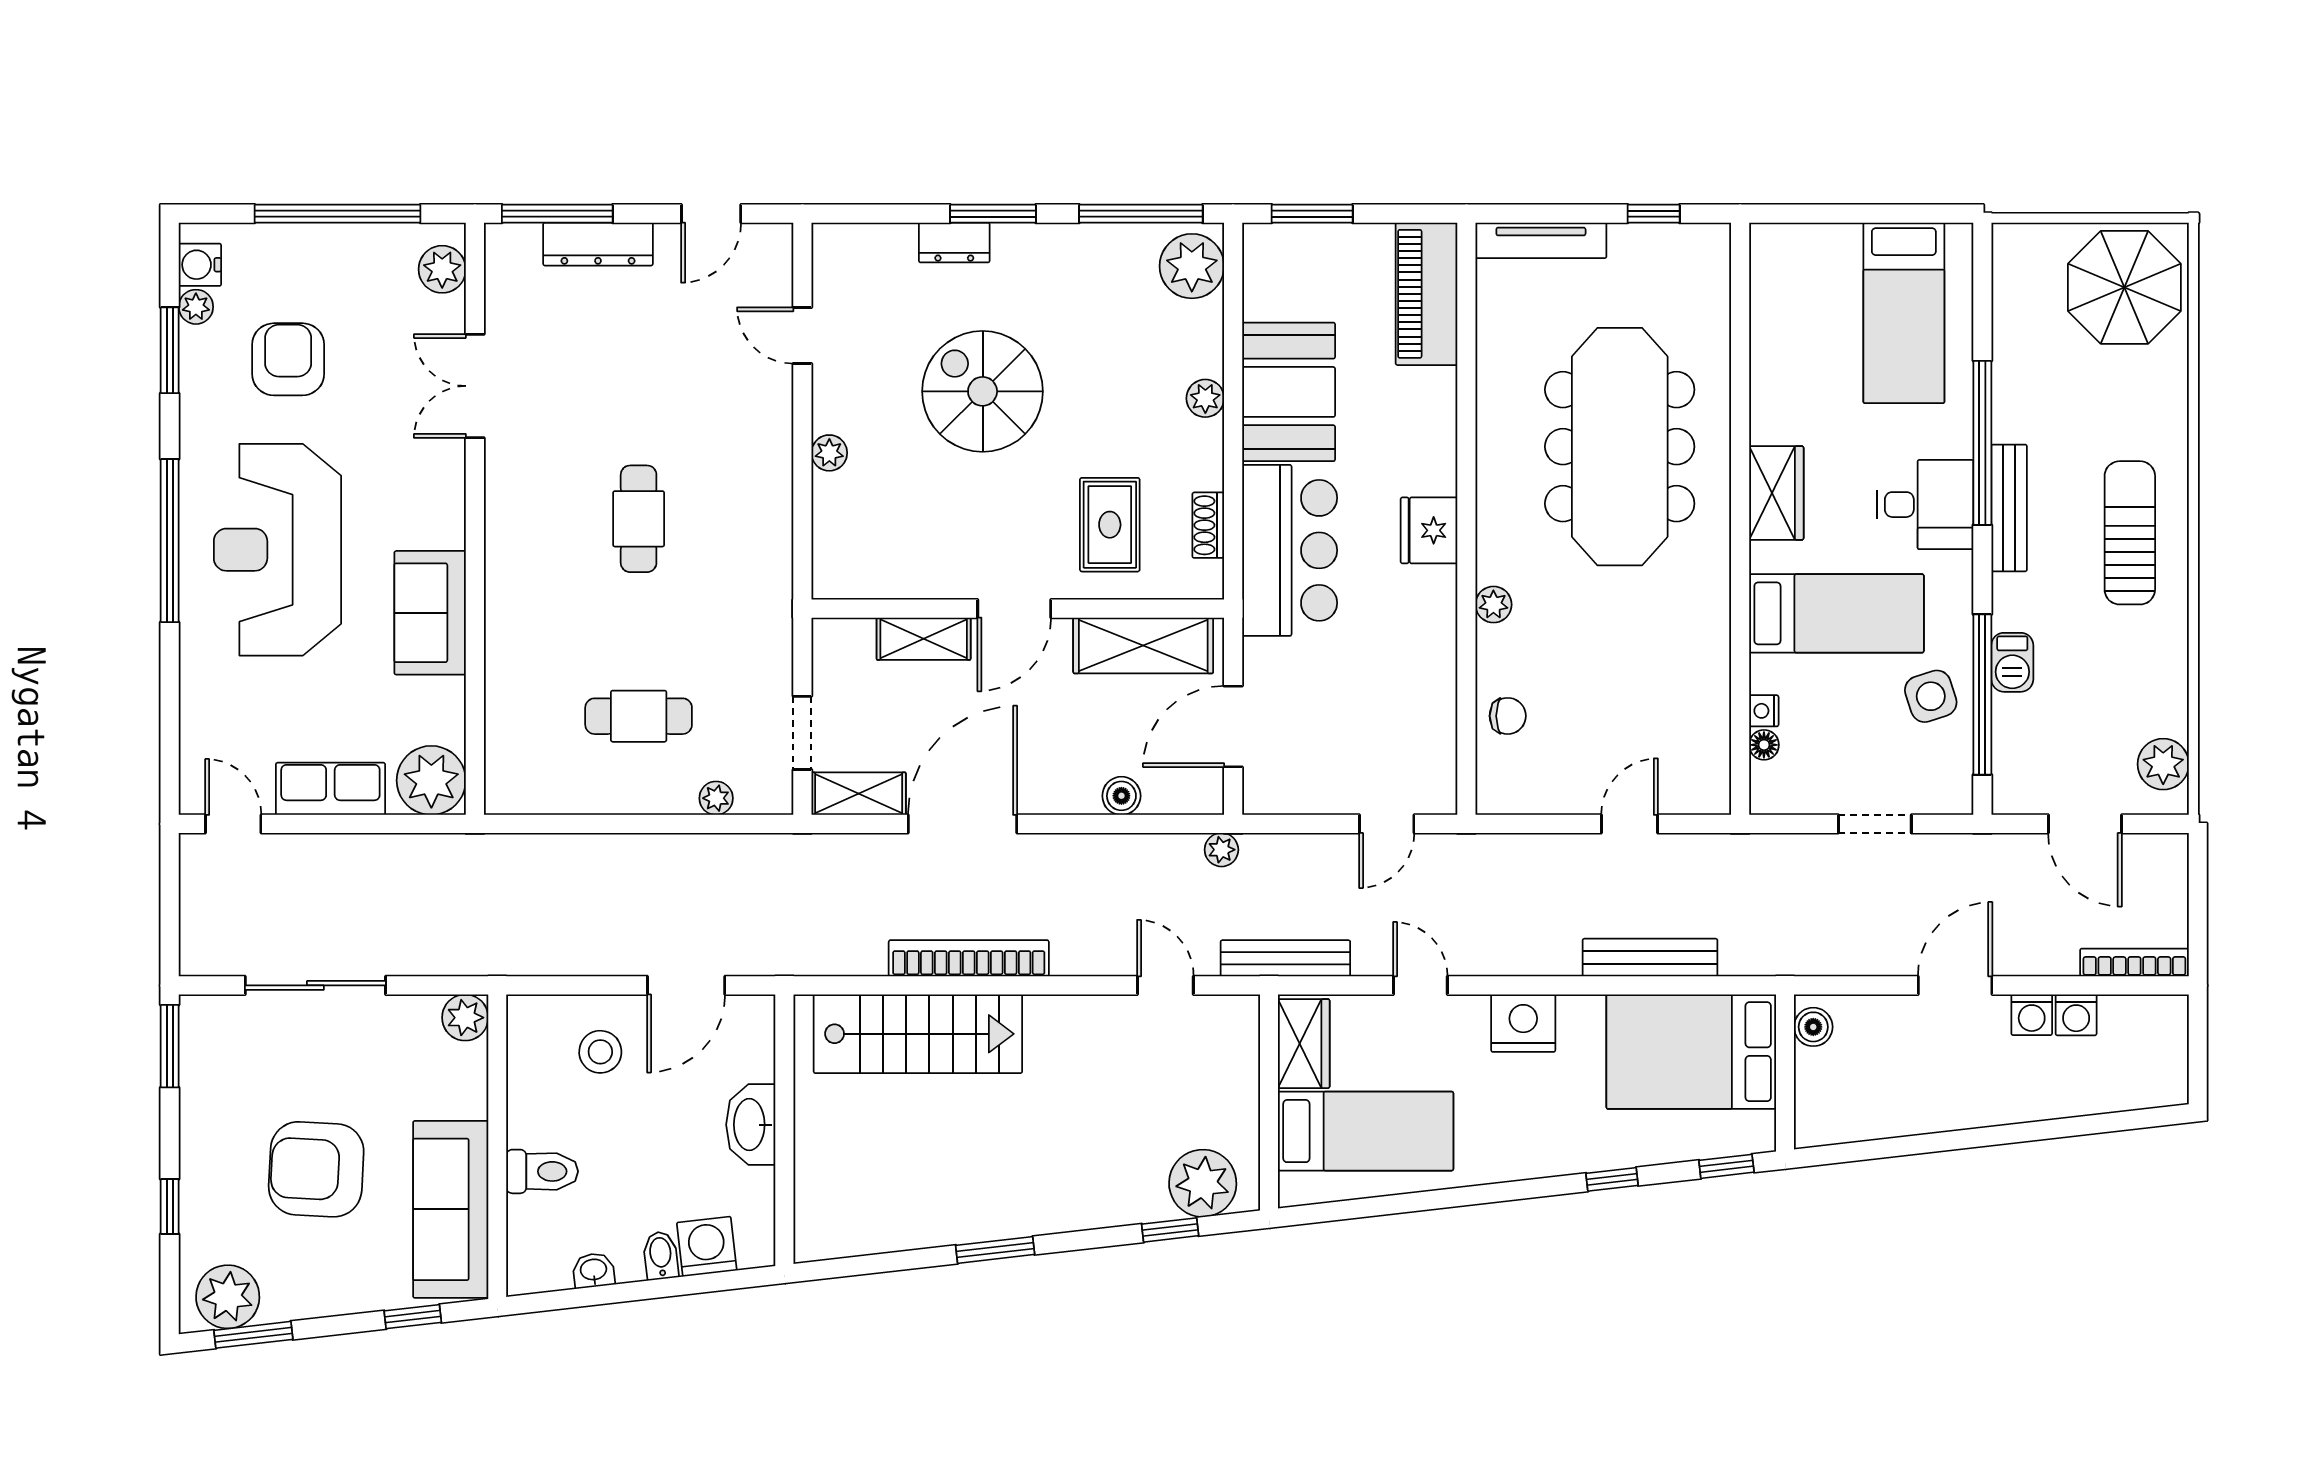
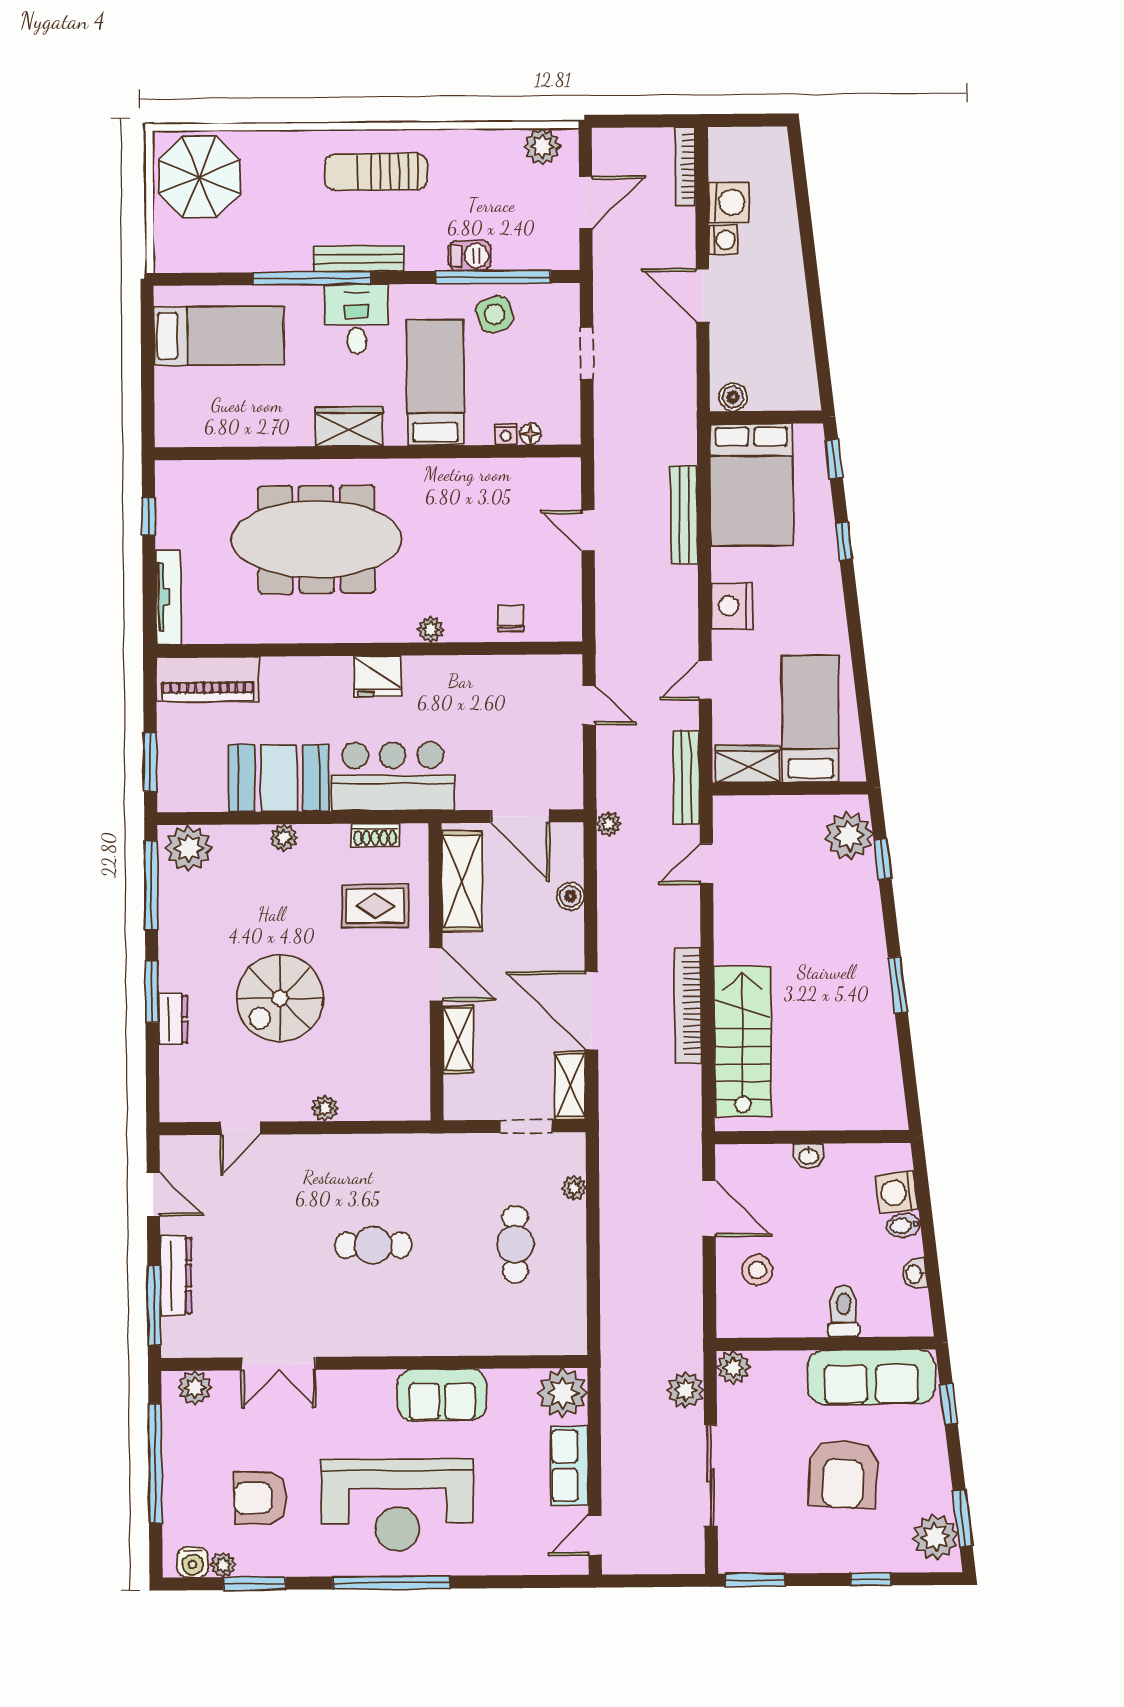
plant: (434, 951) -> (685, 1390), added
washing machine: (2076, 1015) -> (729, 202), width x1.38, depth x1.38
washbasin: (751, 1125) -> (809, 1156), width x0.52, depth x0.69

